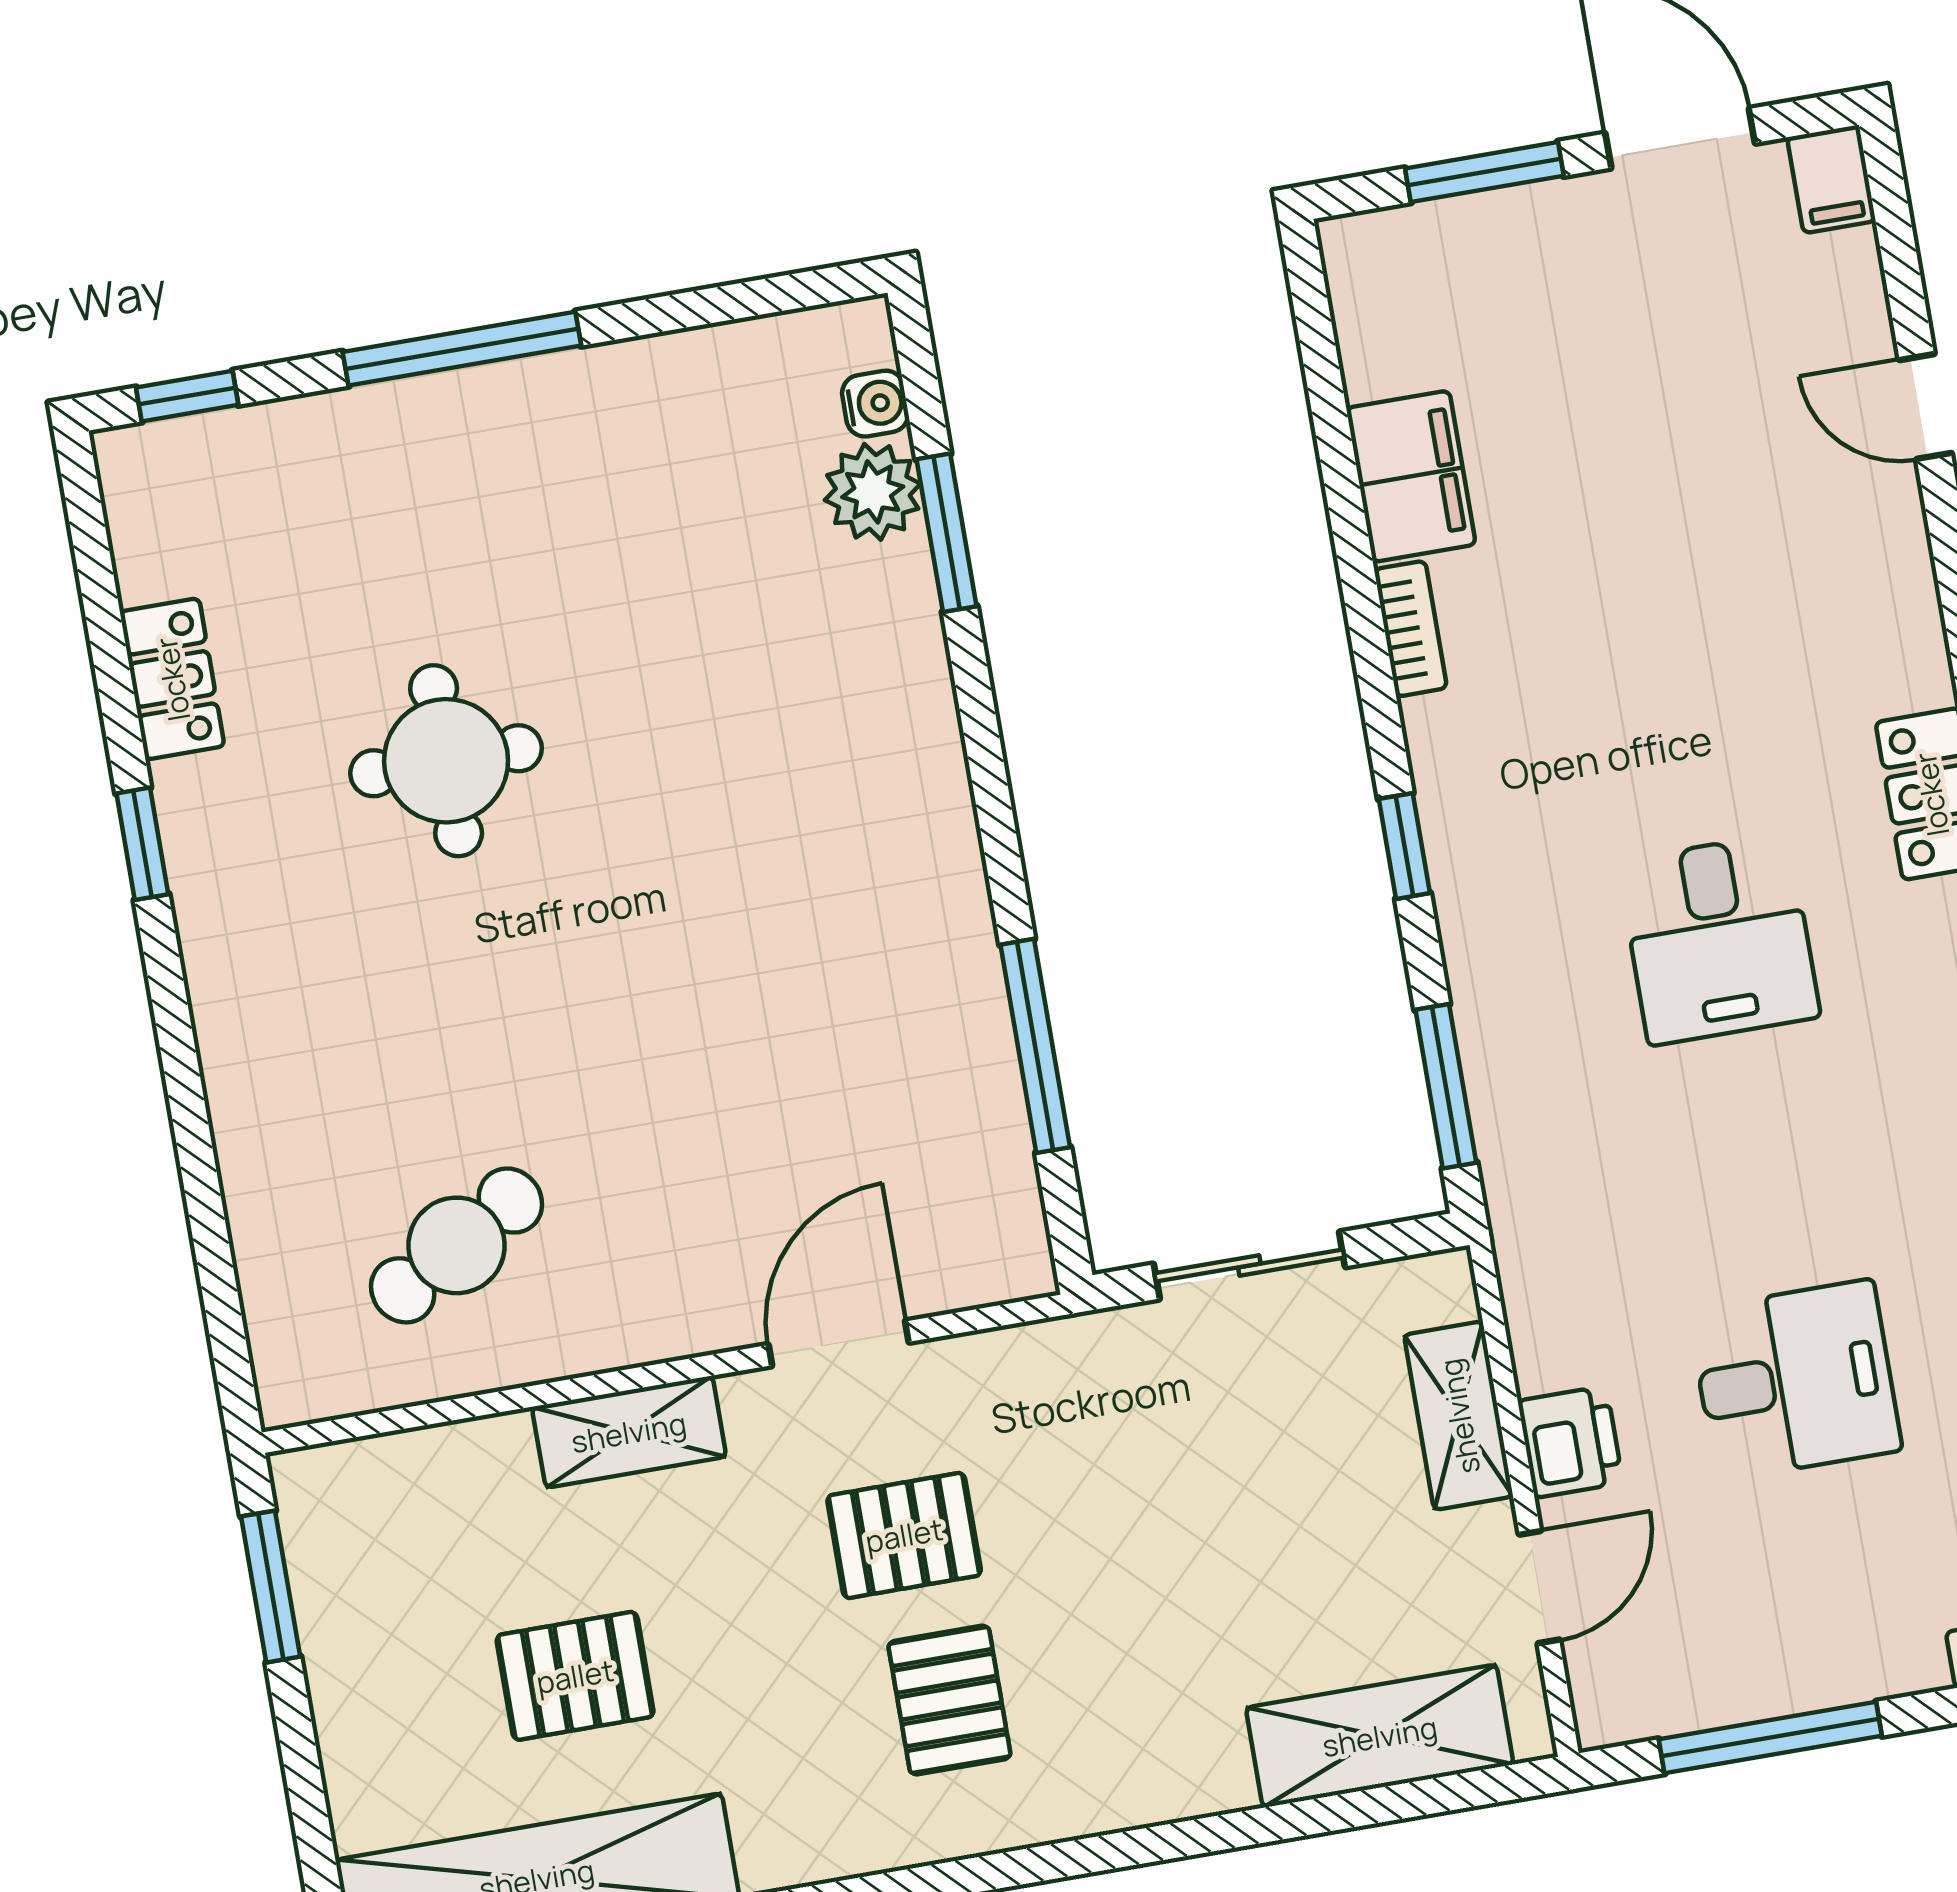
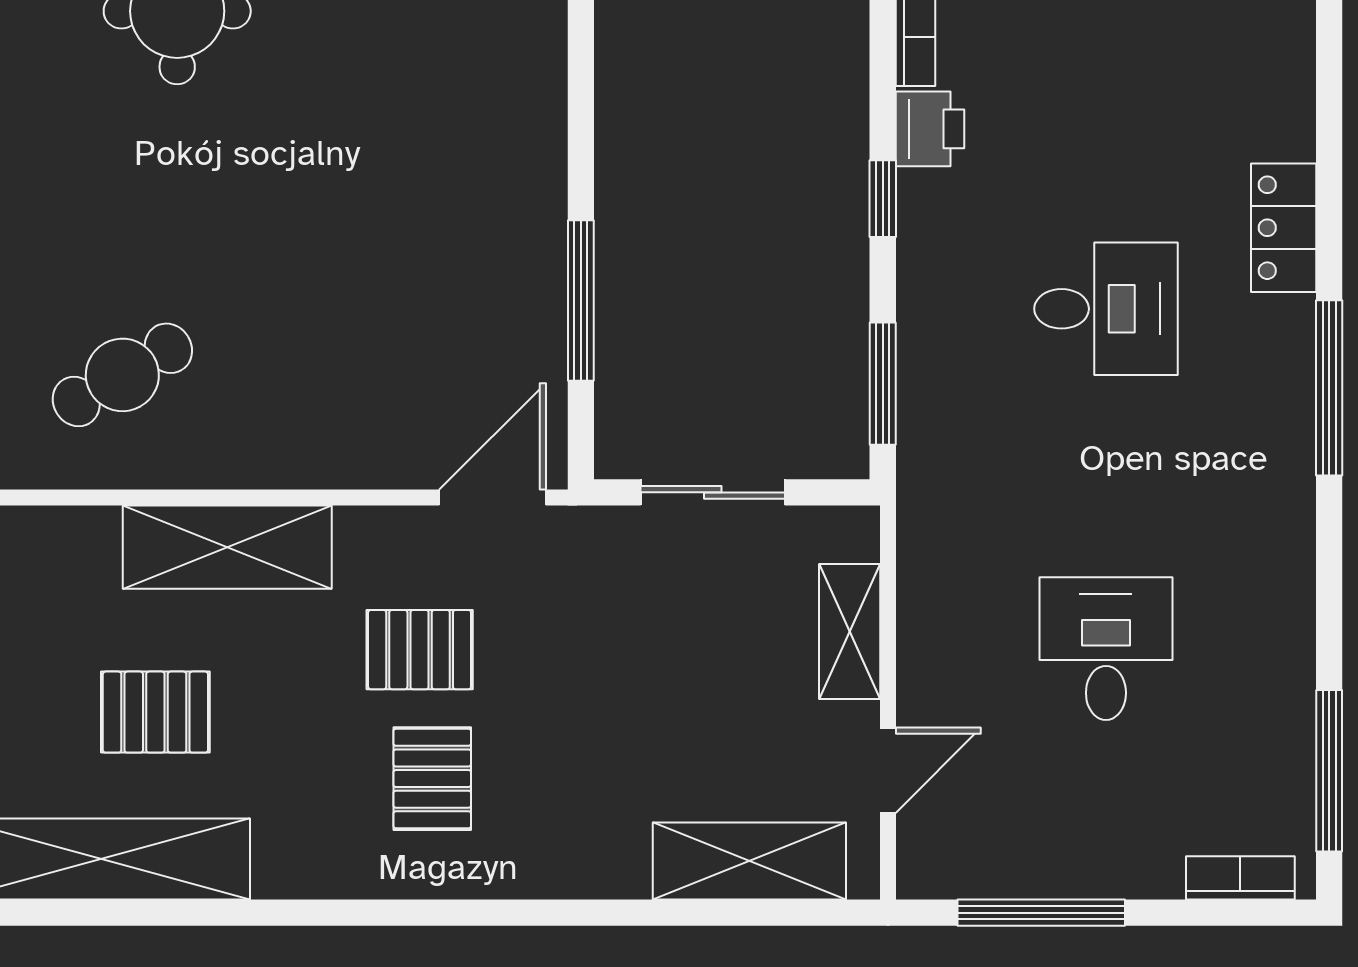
desk: (1719, 939) -> (1106, 309), turned -90
door: (839, 1343) -> (493, 497), moved
desk: (1795, 1380) -> (1106, 649), turned -90
shelving: (629, 1432) -> (227, 547), width x1.50, depth x1.33
printer: (1570, 1442) -> (930, 129), moved

